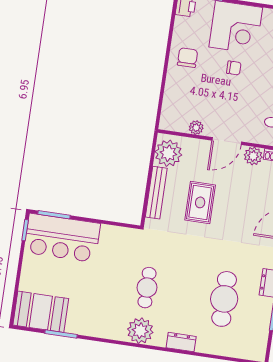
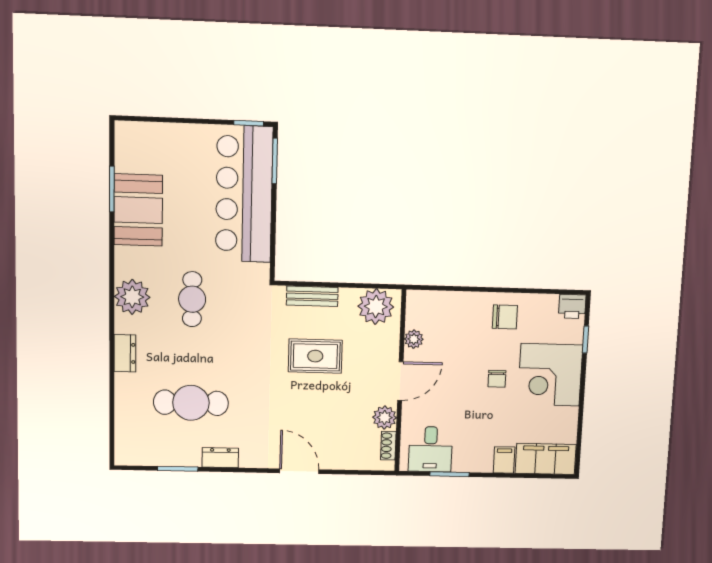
door: (227, 141) -> (400, 381), swing flipped
bench: (156, 193) -> (312, 296), width x0.73
bar counter: (62, 238) -> (244, 194), width x1.36
cafe table: (147, 288) -> (192, 299), turned 90
booth: (41, 312) -> (138, 210), moved

